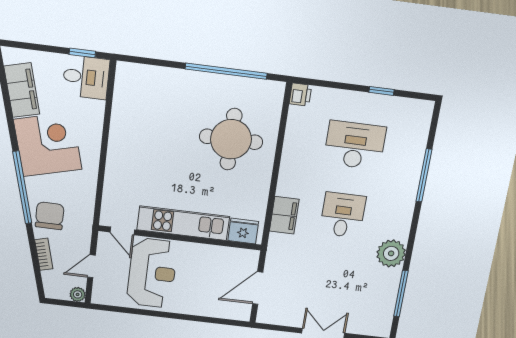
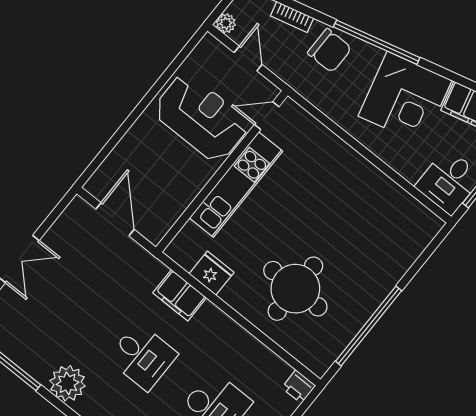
fridge: (243, 231) -> (212, 273), moved, turned -90
reception desk: (152, 273) -> (201, 118), turned 180

